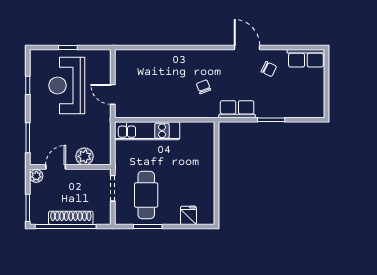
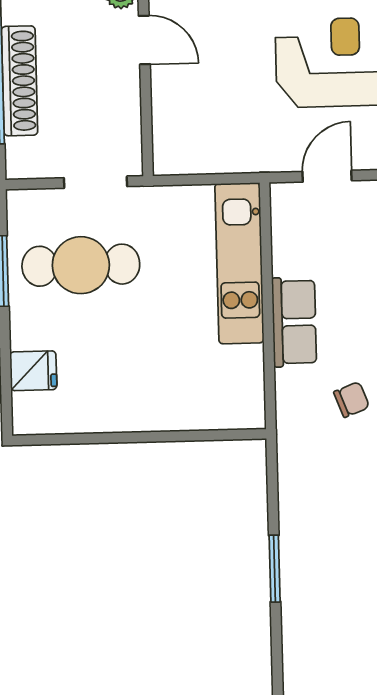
row of seats: (237, 109) -> (294, 322), moved
plant: (85, 156) -> (172, 111), removed

